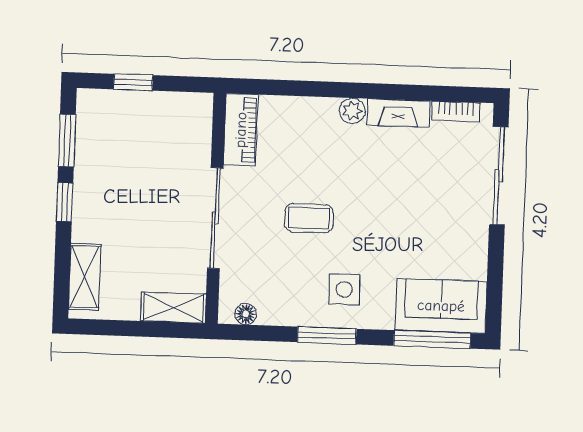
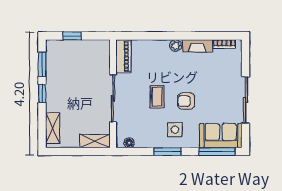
sliding door: (499, 176) -> (246, 100), moved
coffee table: (309, 218) -> (157, 97), turned 90
armchair: (370, 230) -> (186, 101), added

